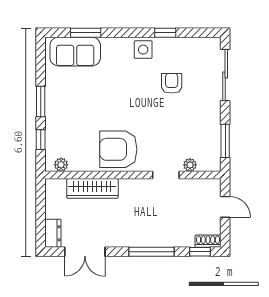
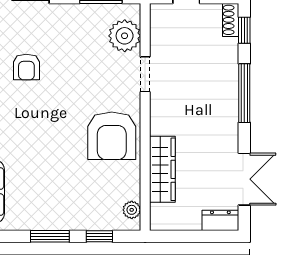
armchair: (172, 83) -> (26, 67), turned -90
plant: (190, 165) -> (125, 36), width x1.88, depth x1.88

